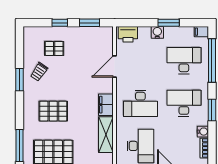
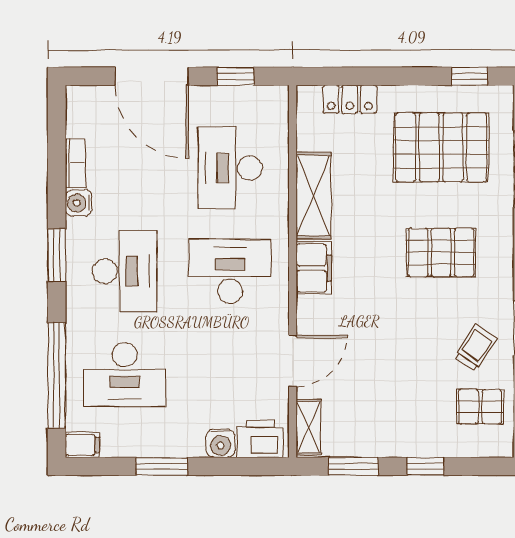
water cooler: (157, 32) -> (220, 443), moved
shelving: (108, 39) -> (309, 427), added
pallet: (54, 48) -> (480, 407), moved
desk: (184, 103) -> (125, 271), turned -90

